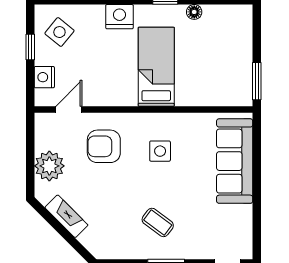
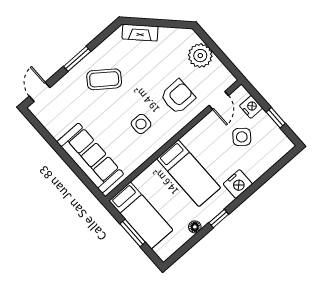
side table: (59, 32) -> (242, 137), moved
bed: (235, 67) -> (141, 215), added
window: (257, 81) -> (133, 233), moved
fireplace: (66, 216) -> (140, 33), moved
coffee table: (158, 222) -> (104, 79), width x1.36, depth x1.30

